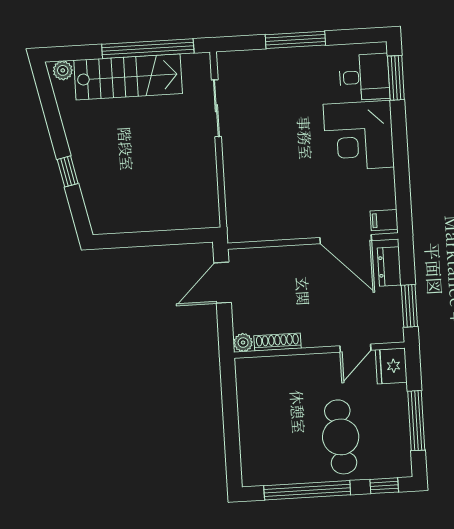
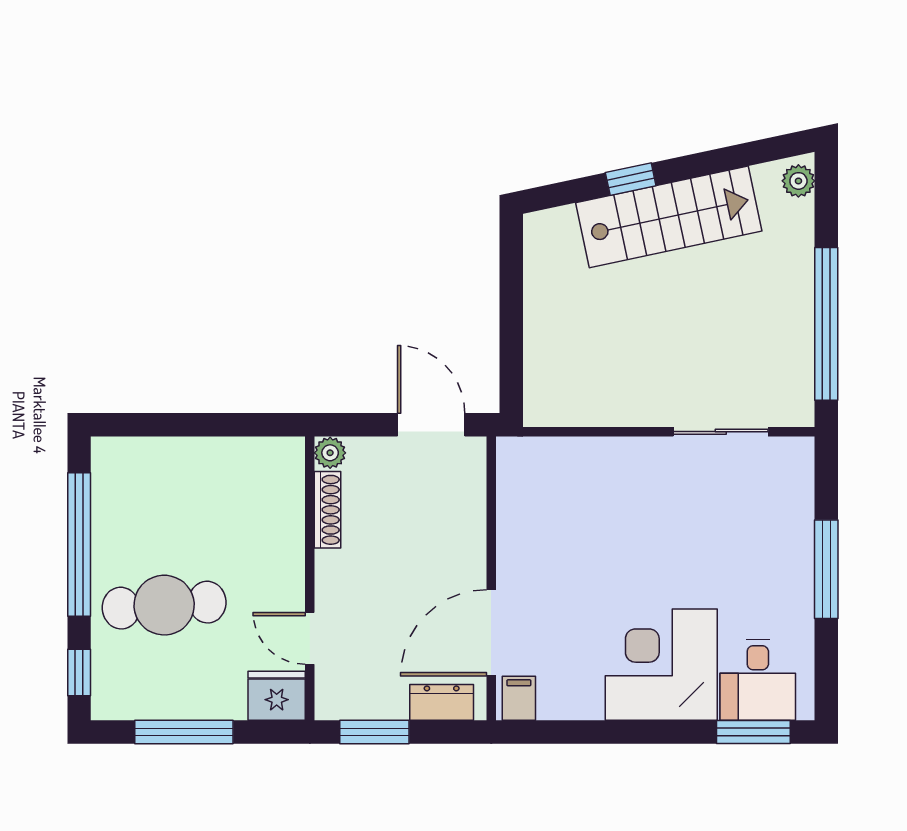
stairs: (128, 77) -> (669, 217), moved, turned -102

